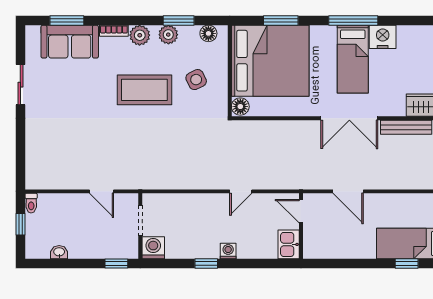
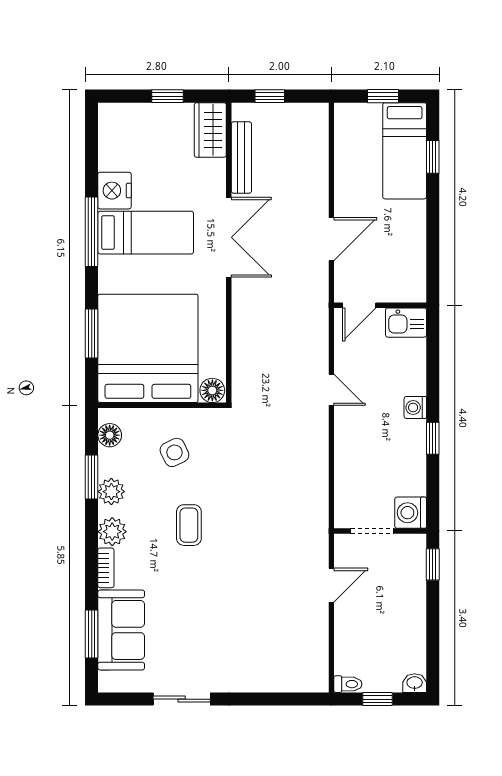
coffee table: (144, 90) -> (189, 525), width x0.54, depth x0.58
washbasin: (59, 252) -> (415, 683), moved, turned 90

